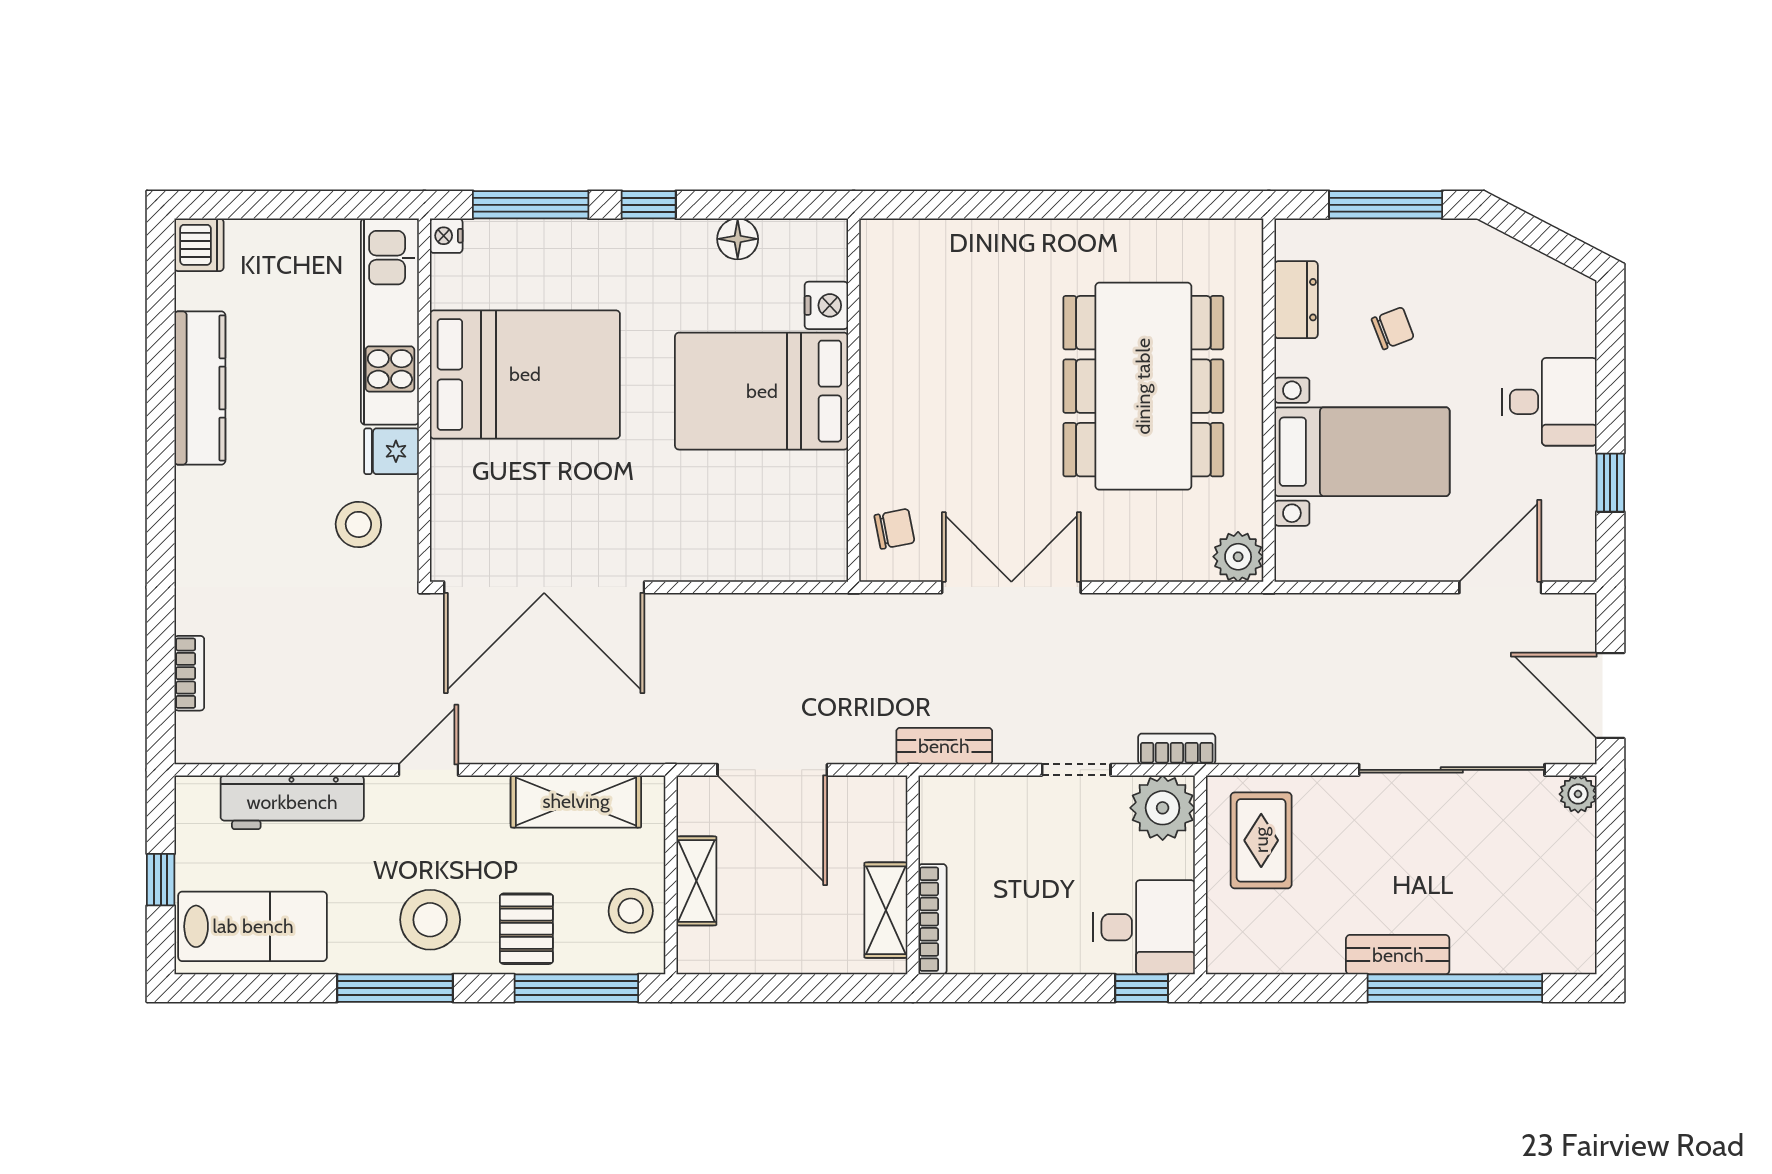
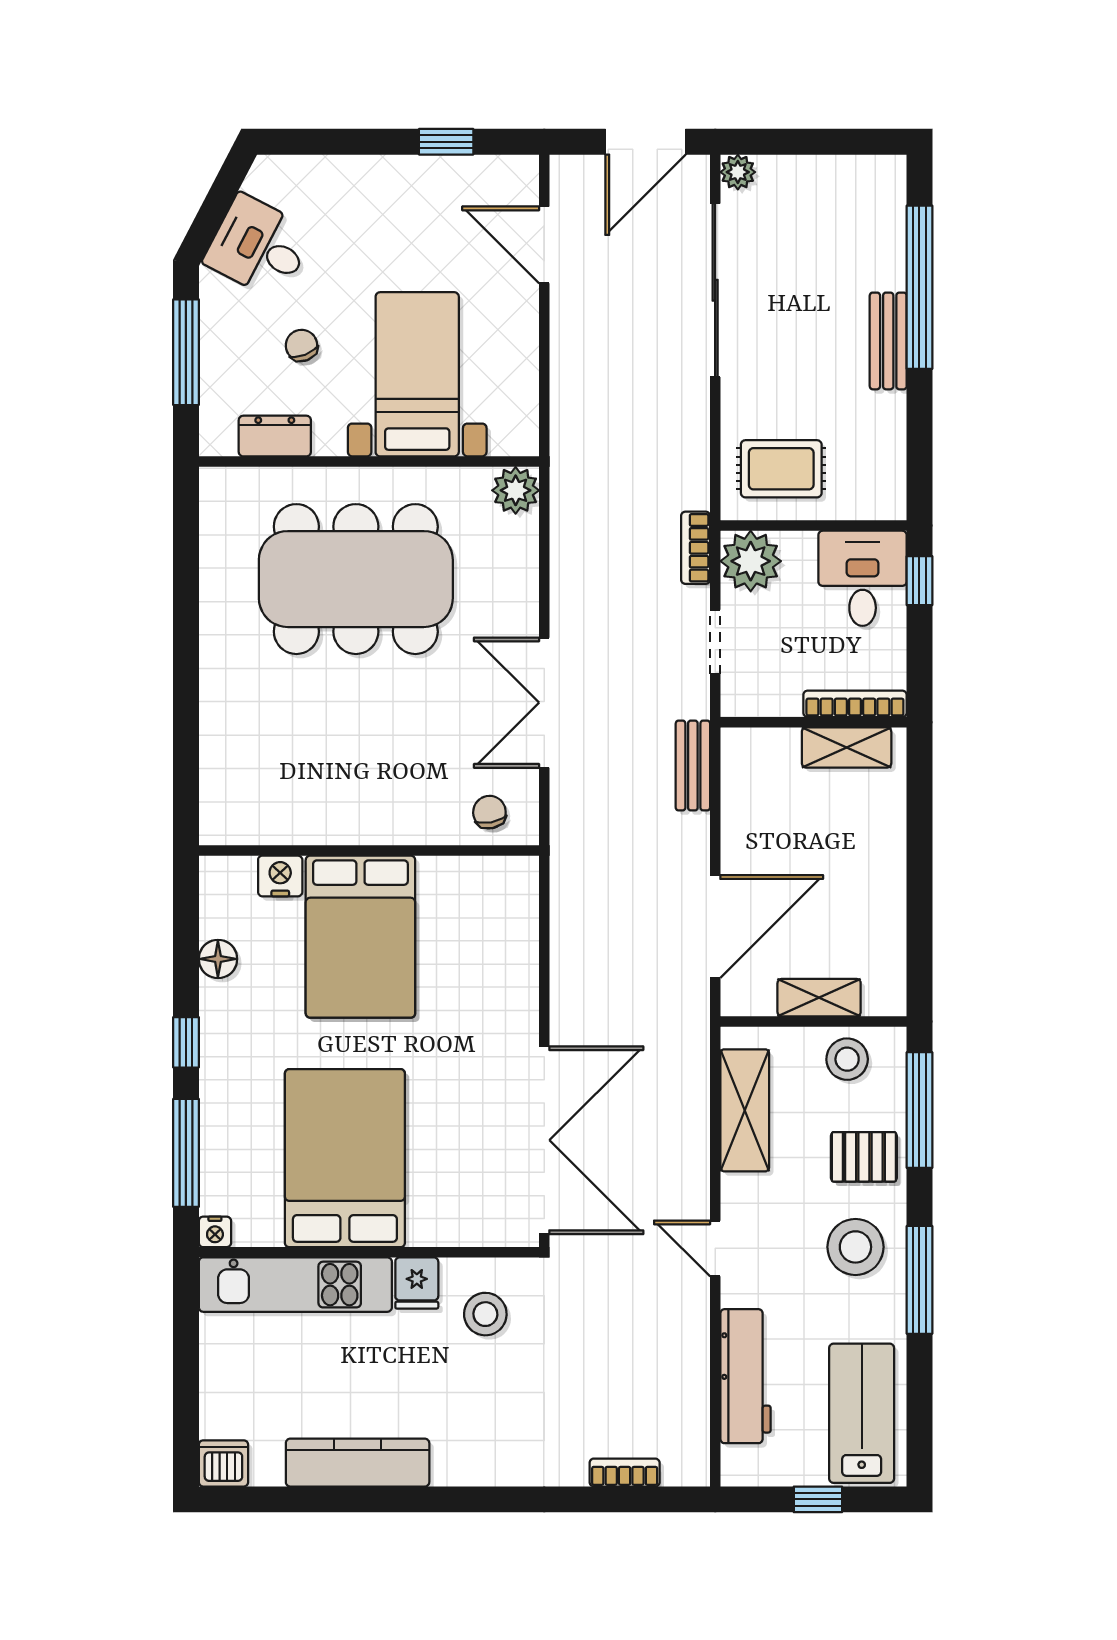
desk: (1549, 402) -> (259, 247), moved, turned -62
wall: (913, 875) -> (813, 722), moved
shelving: (886, 910) -> (847, 747), moved
bookcase: (932, 919) -> (855, 704), moved

